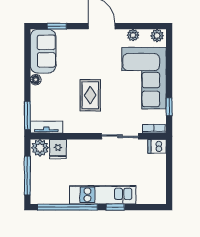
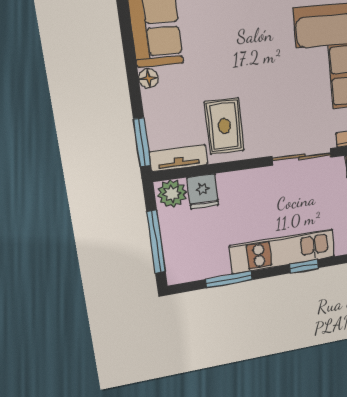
rug: (90, 95) -> (224, 126), moved
window: (67, 207) -> (229, 280), width x0.47

